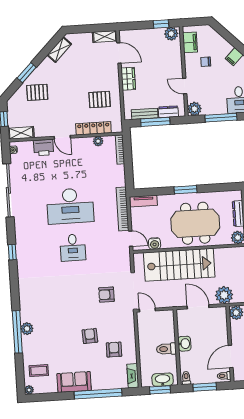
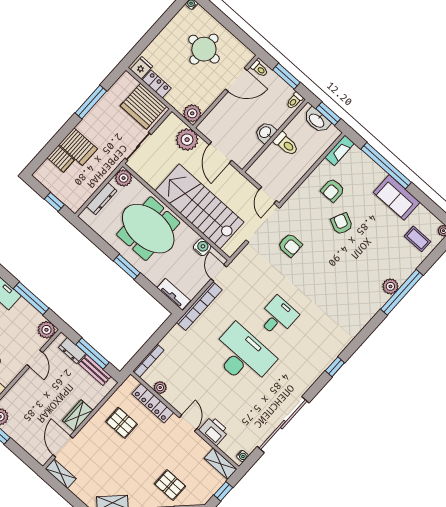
armchair: (90, 336) -> (342, 224), turned 118

